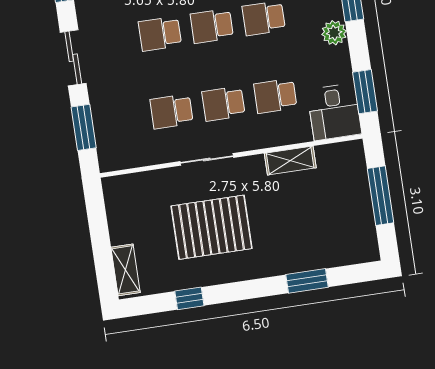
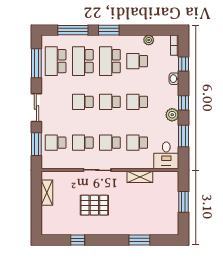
window: (365, 92) -> (184, 136), moved
school desk: (120, 119) -> (56, 143), added
window: (381, 196) -> (184, 202), width x0.69
pallet: (211, 227) -> (94, 205), width x0.73, depth x0.71
shelving: (125, 270) -> (47, 193), moved

